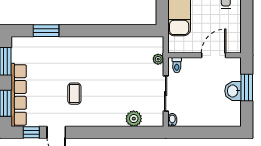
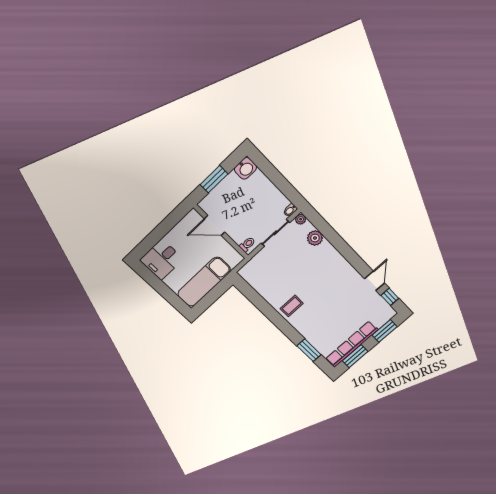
plant: (158, 59) -> (301, 219), moved
washbasin: (233, 91) -> (245, 168), moved
coffee table: (74, 94) -> (292, 306), moved
row of seats: (19, 95) -> (352, 344), moved

